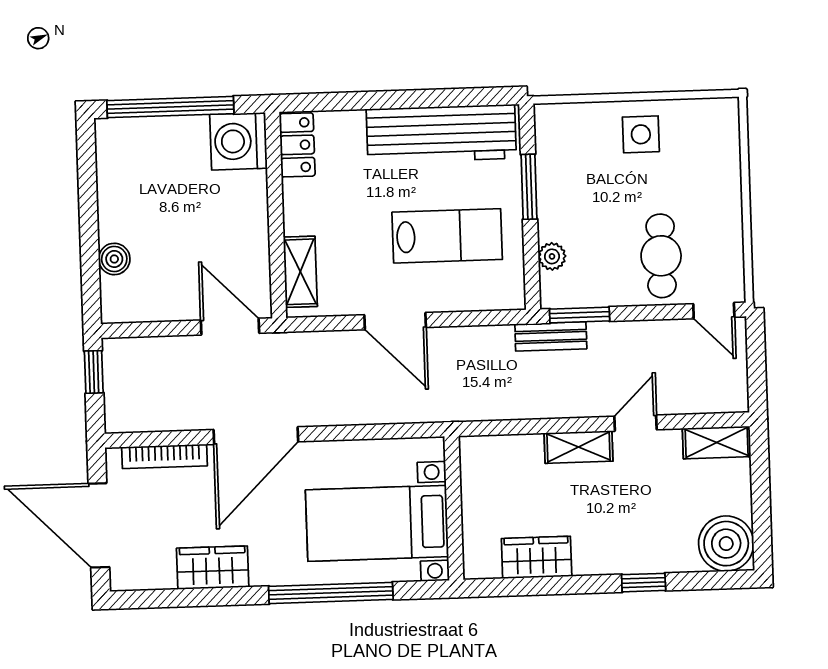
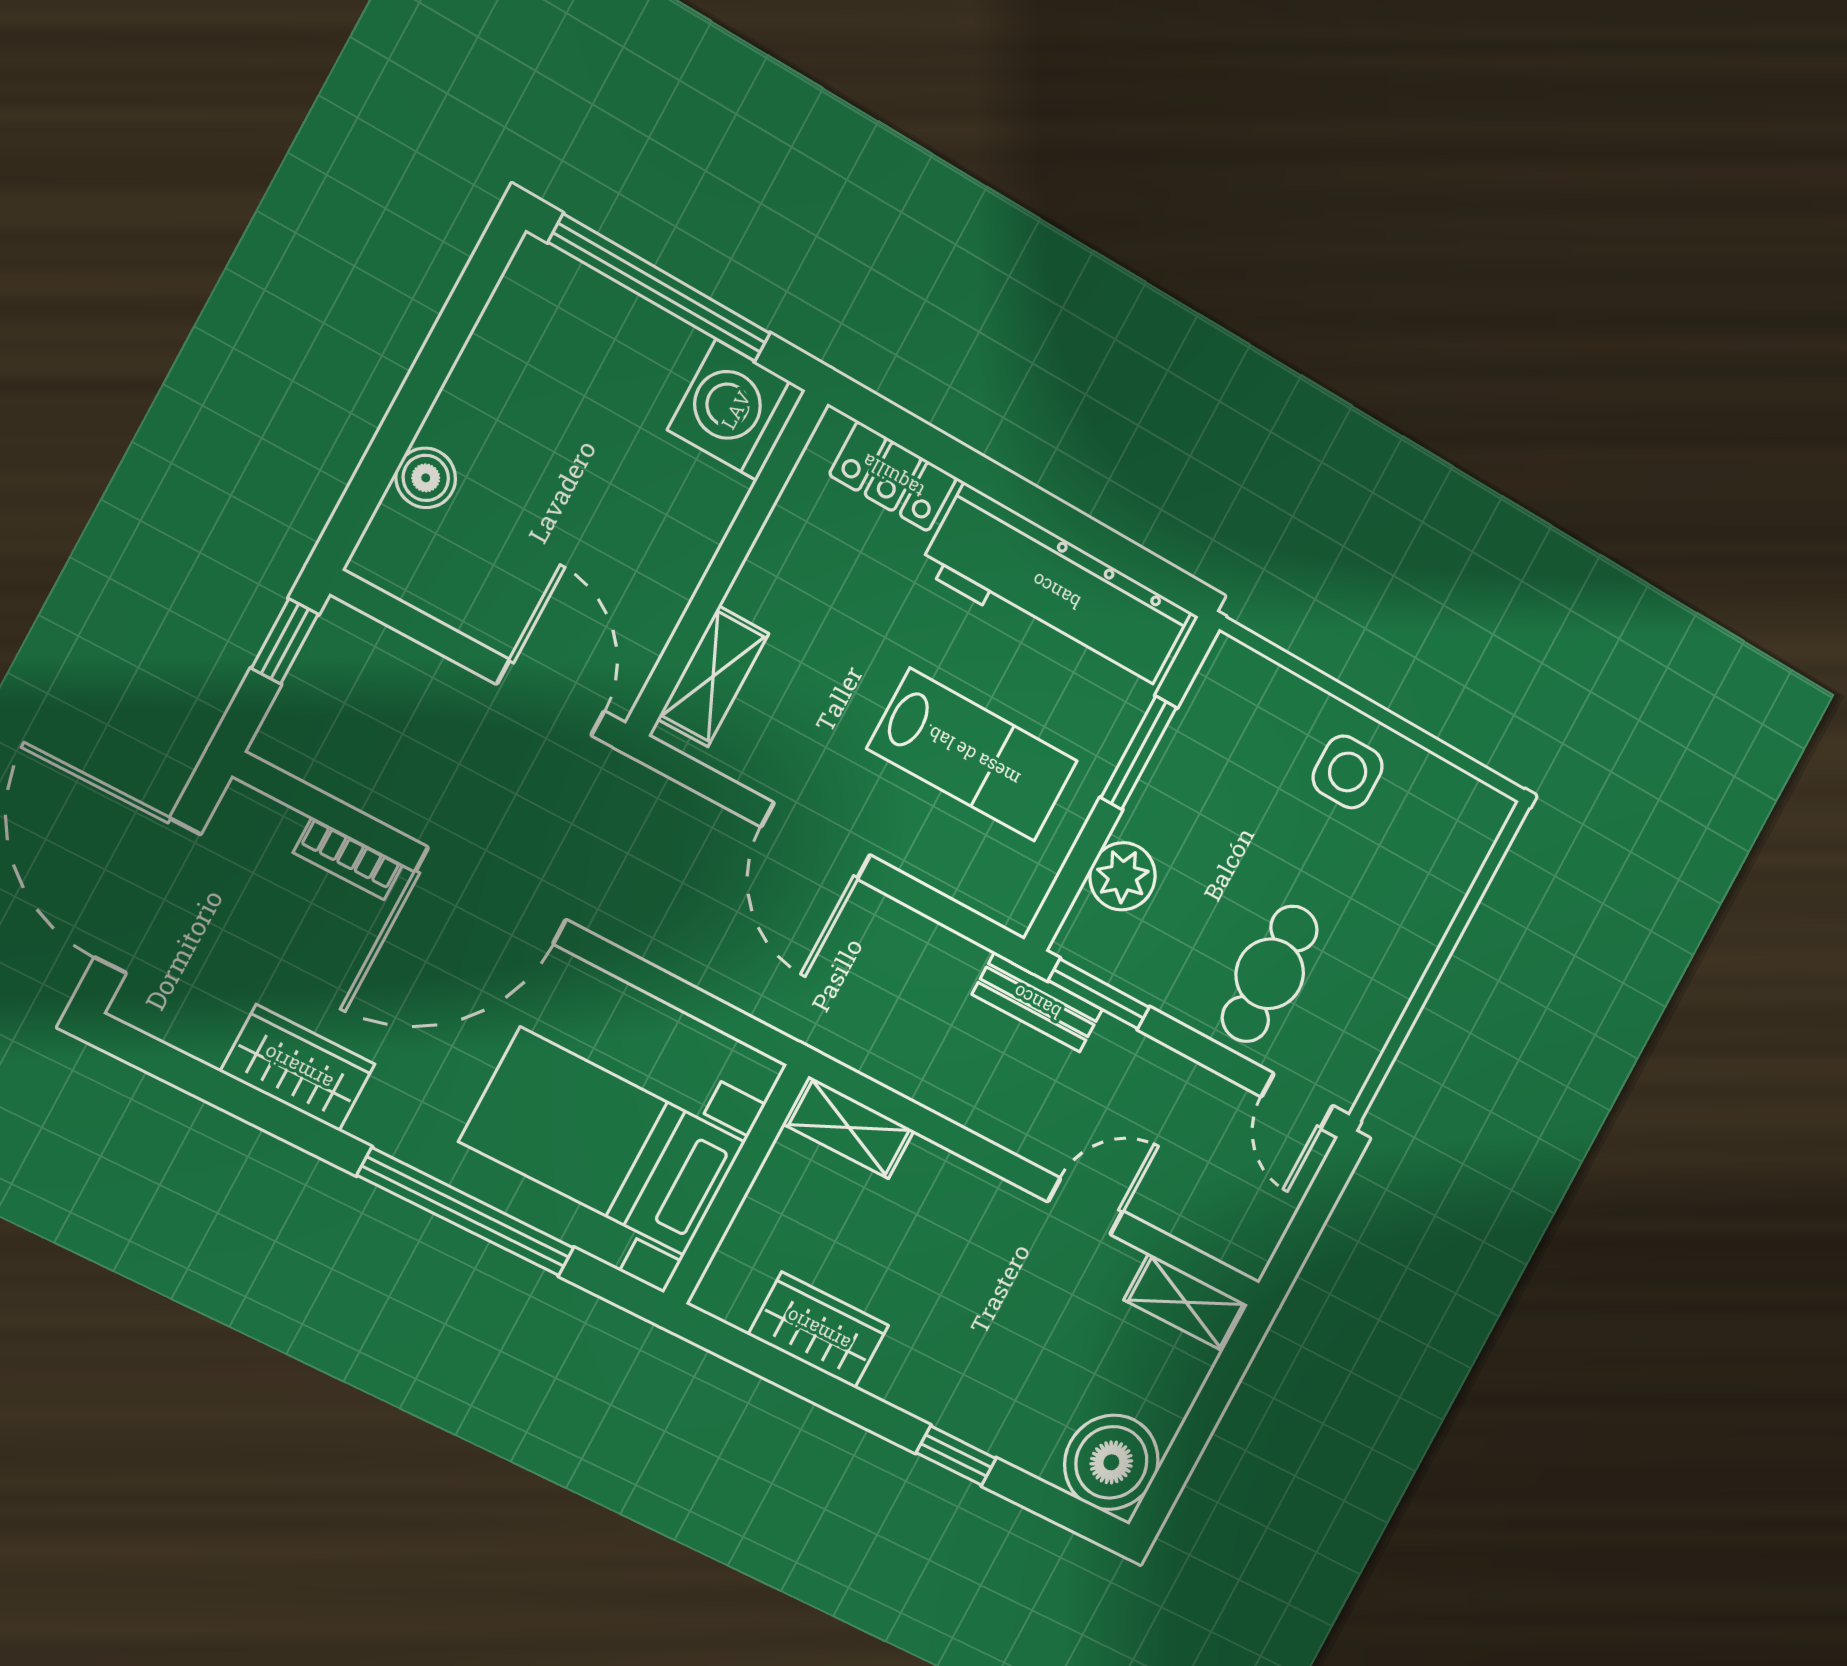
locker: (297, 145) -> (893, 476), moved, turned 90
plant: (552, 256) -> (1123, 876), width x1.38, depth x1.38
shelving: (579, 447) -> (849, 1128), moved
bookcase: (165, 456) -> (348, 858), width x0.64

